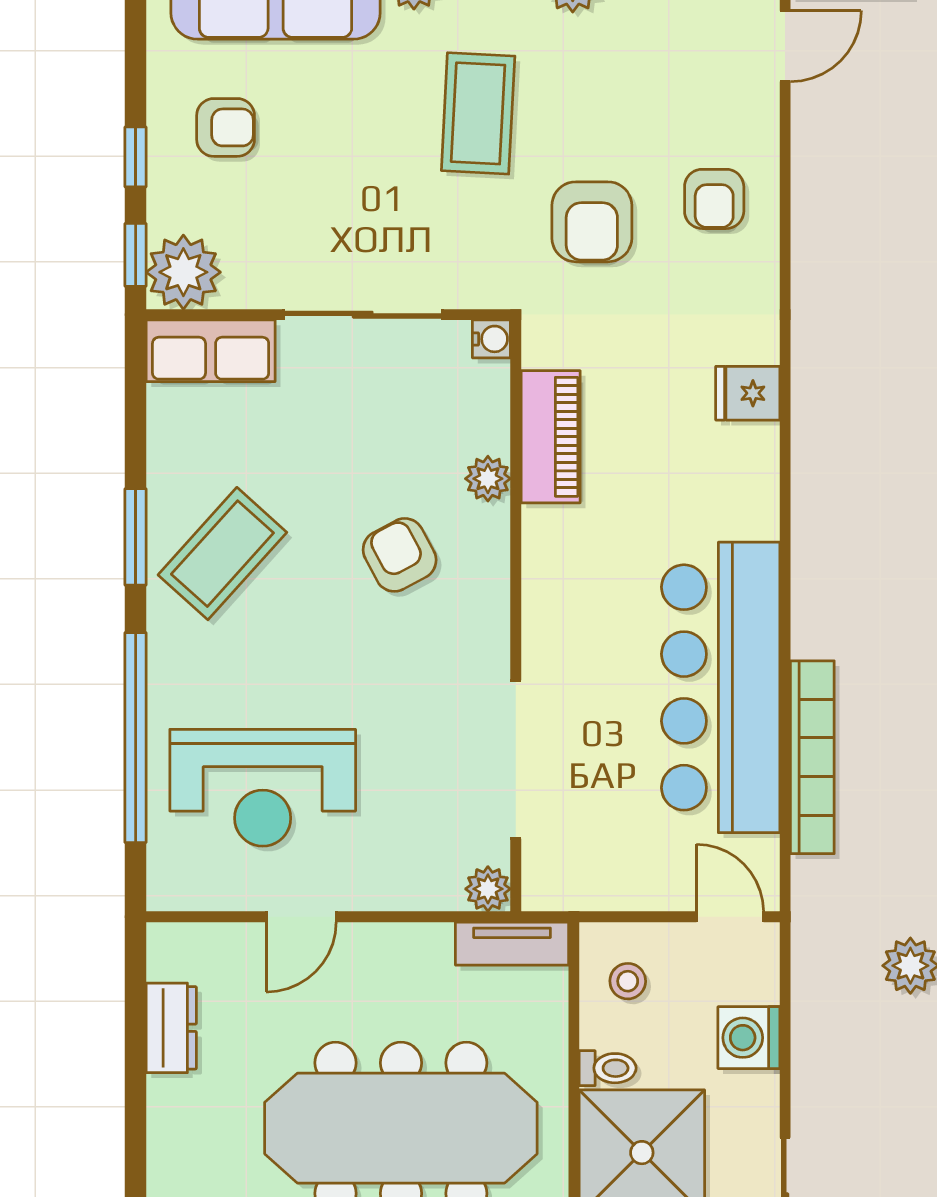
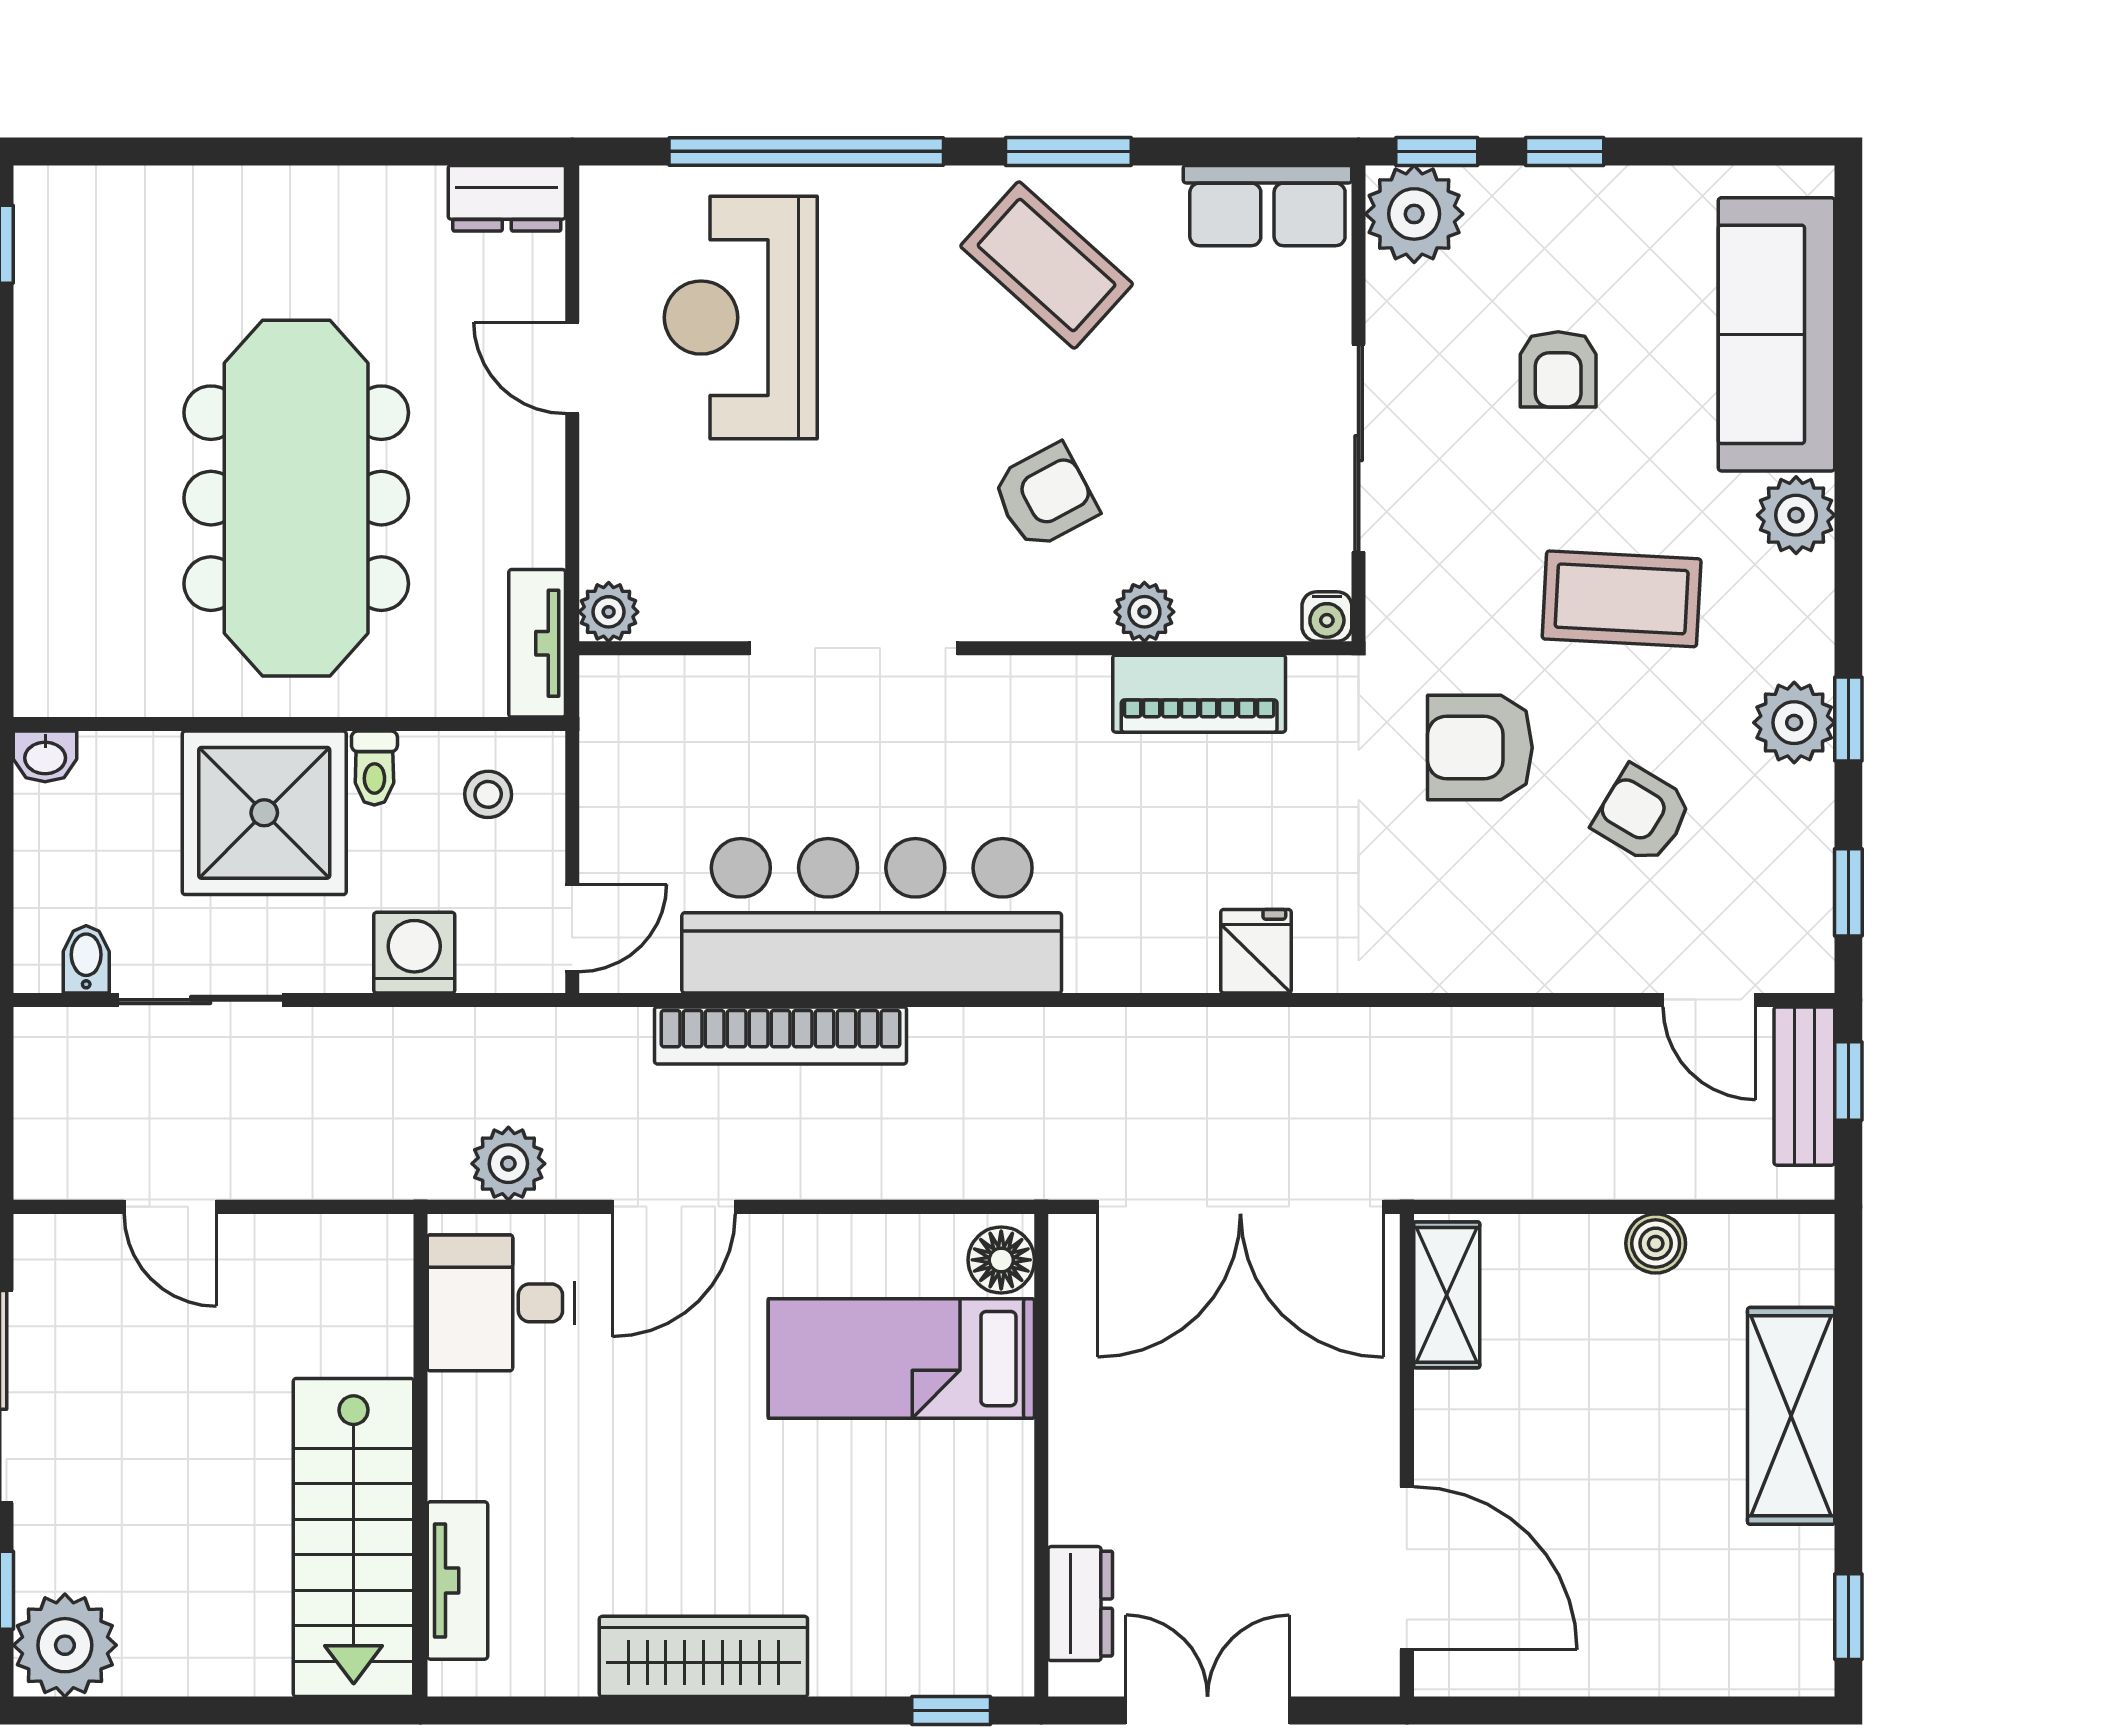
armchair: (226, 127) -> (1558, 369), moved
armchair: (714, 199) -> (1642, 814), moved, turned 31
row of seats: (211, 351) -> (1267, 206), moved, turned -90
doorway: (516, 759) -> (853, 648), moved
dresser: (171, 1028) -> (507, 198), moved

